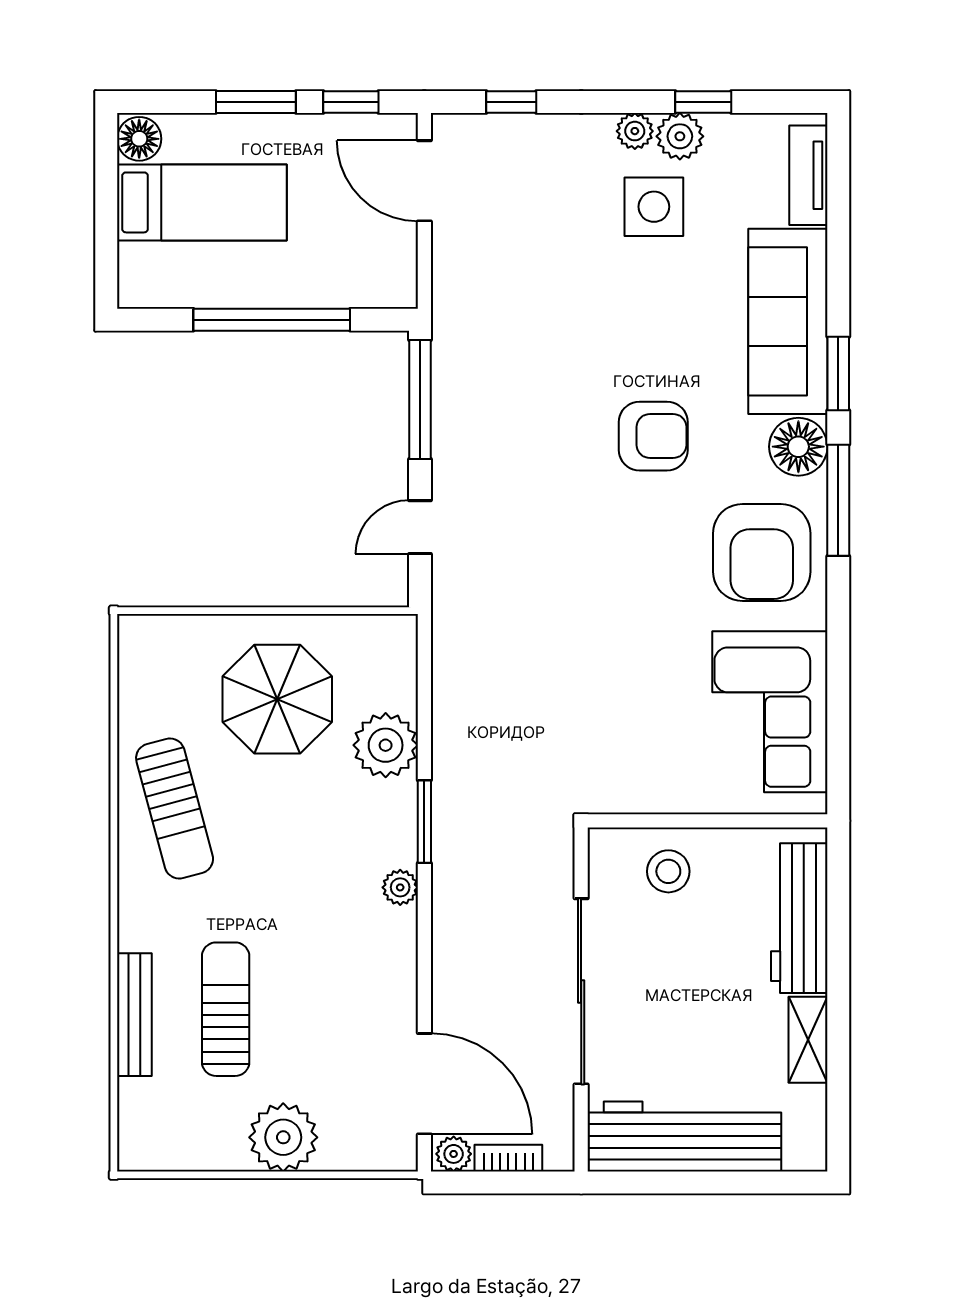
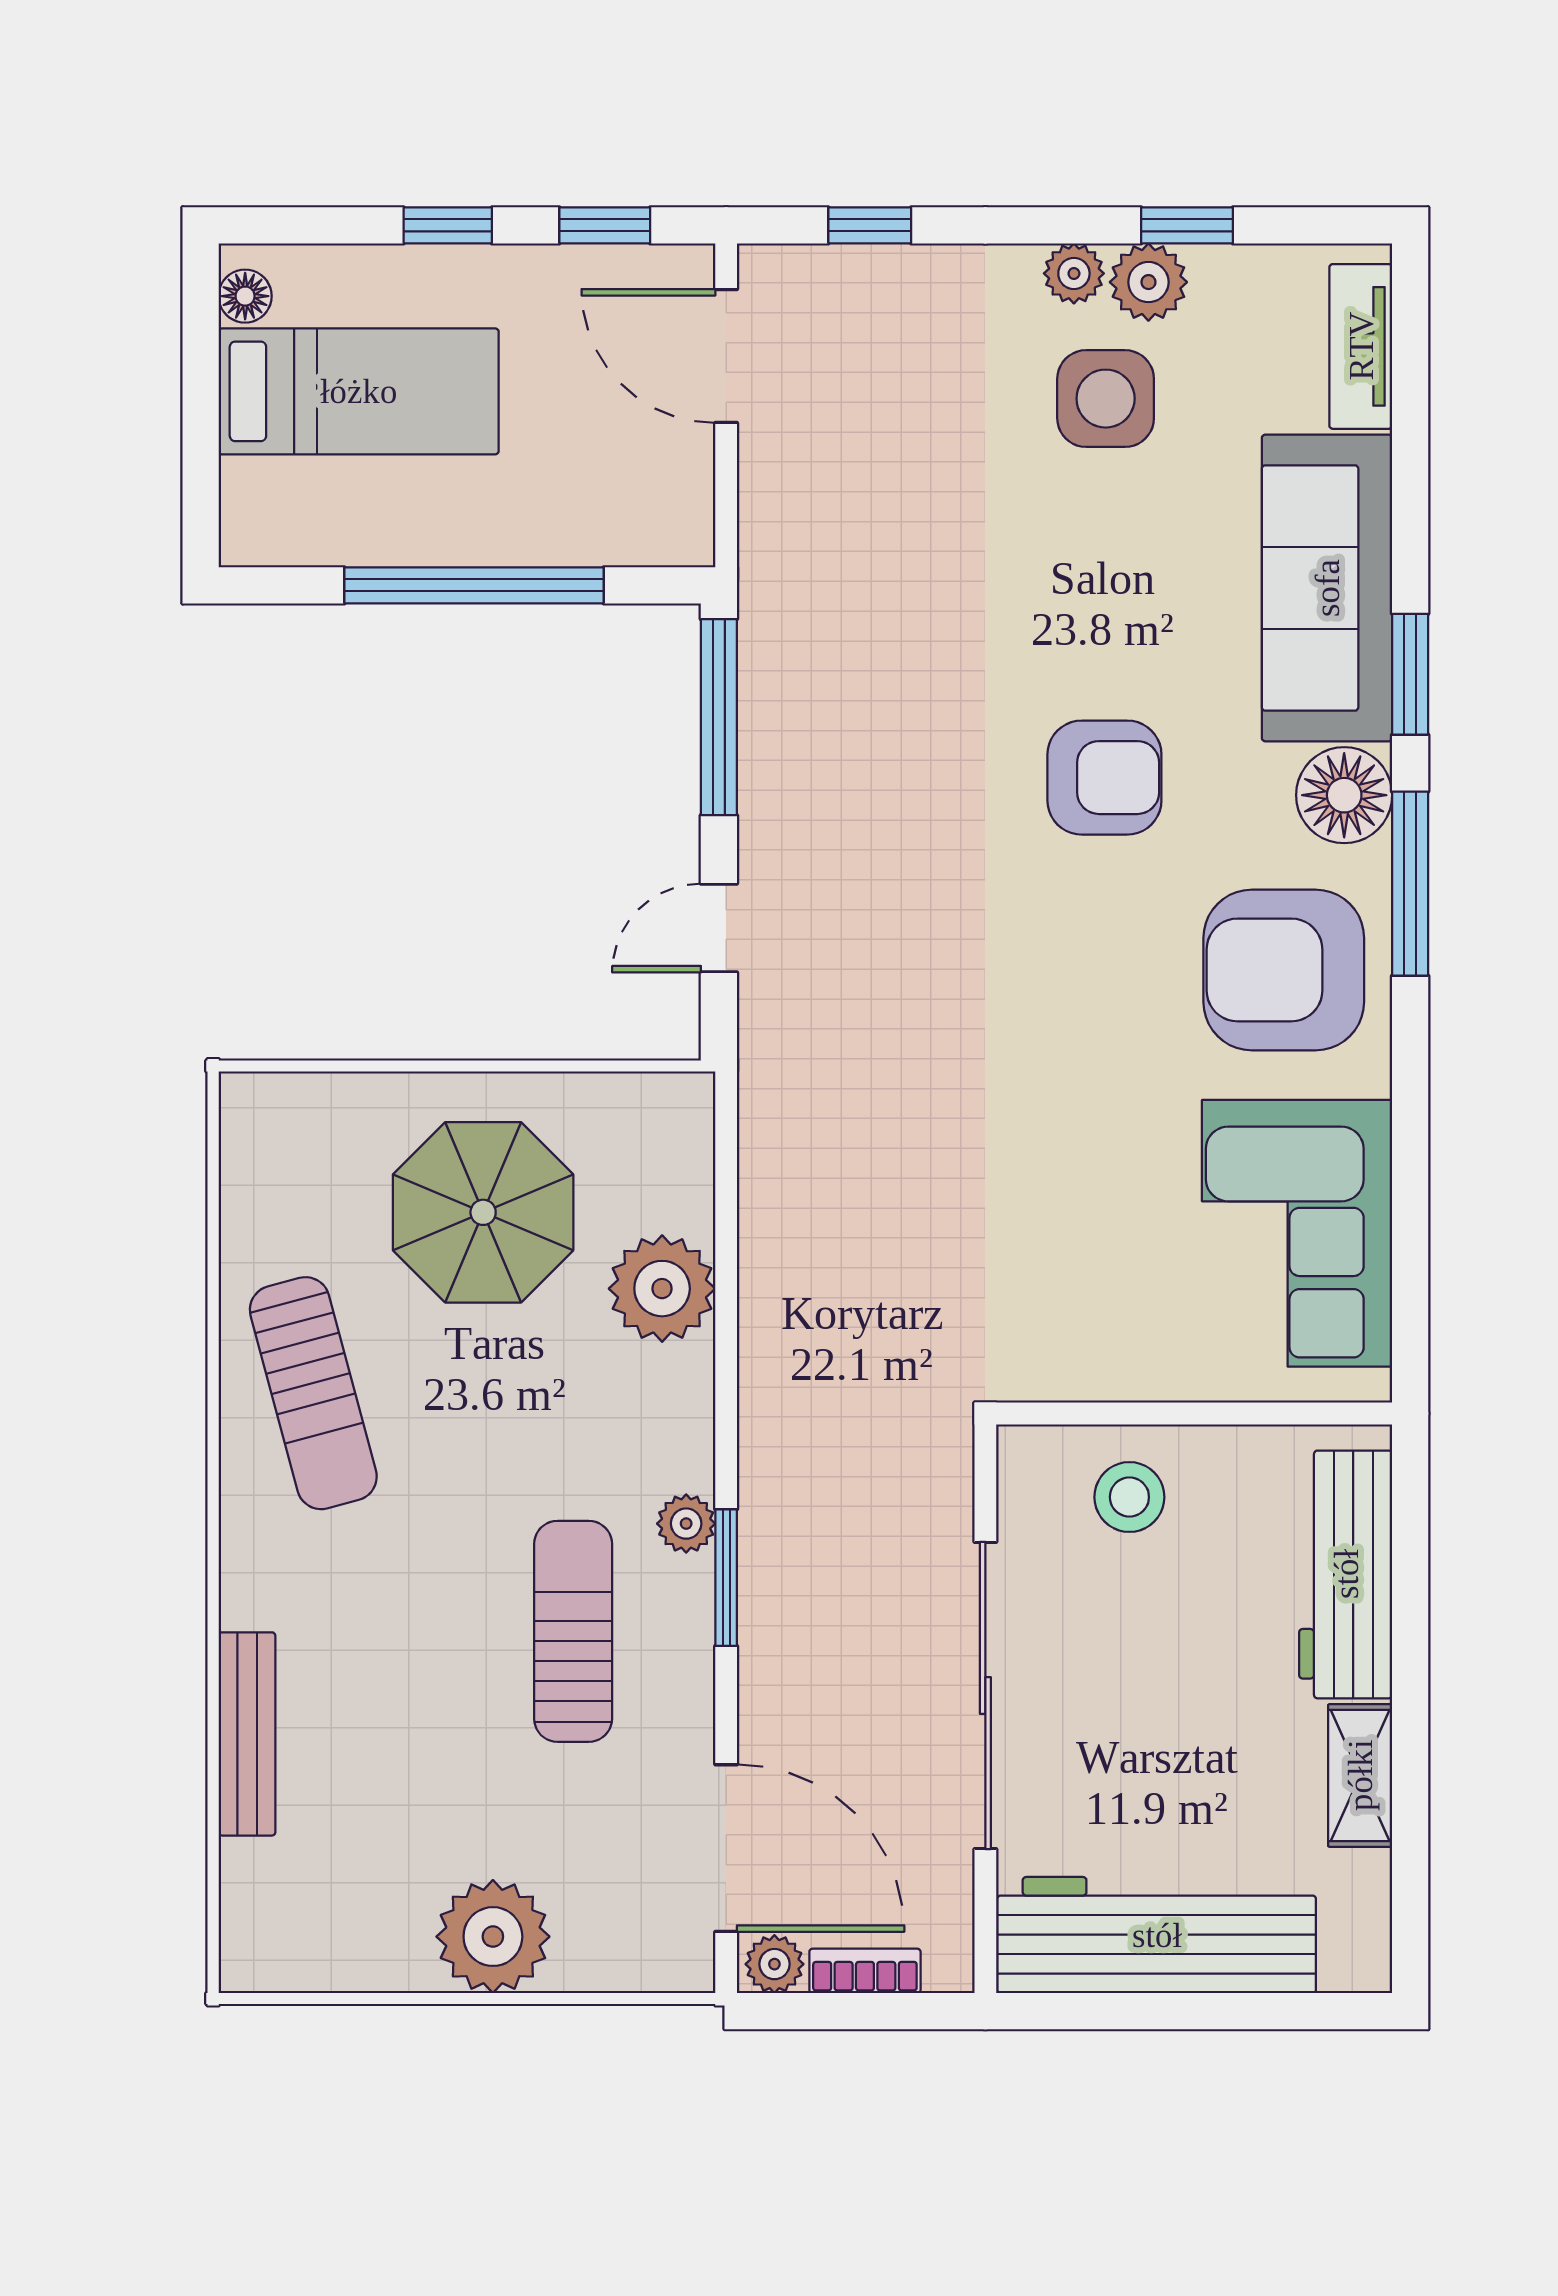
window: (256, 102) -> (448, 225), width x0.67
floor lamp: (139, 139) -> (245, 296), width x0.73, depth x0.73
armchair: (762, 552) -> (1284, 970), turned 90
window: (424, 822) -> (726, 1578), moved
sun lounger: (226, 1009) -> (573, 1631), moved

